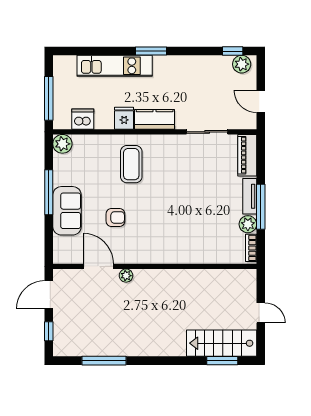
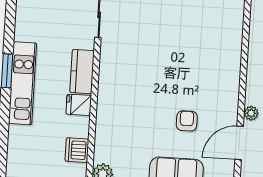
kitchen unit: (115, 66) -> (23, 83), moved
coffee table: (131, 164) -> (129, 100), removed

